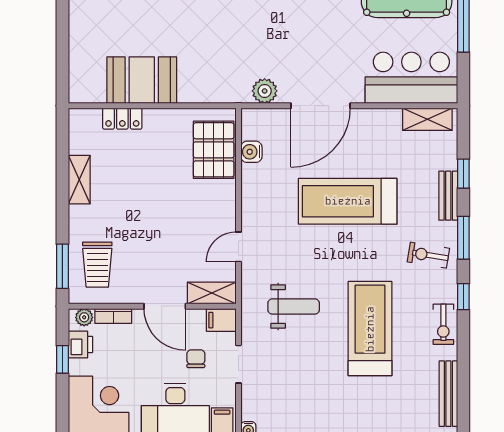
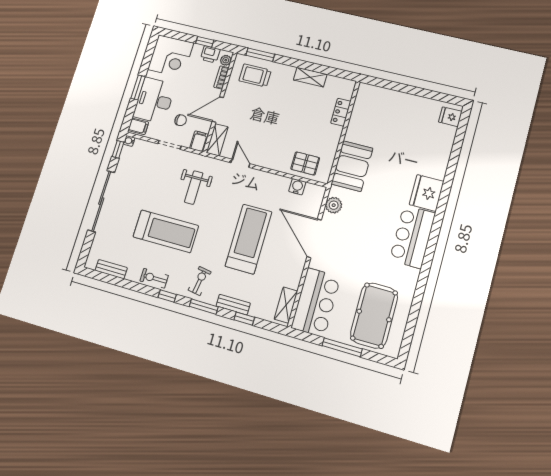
booth: (142, 80) -> (352, 166), moved
pallet: (214, 150) -> (305, 163), width x0.67, depth x0.71
bench: (448, 394) -> (111, 269), width x0.73

